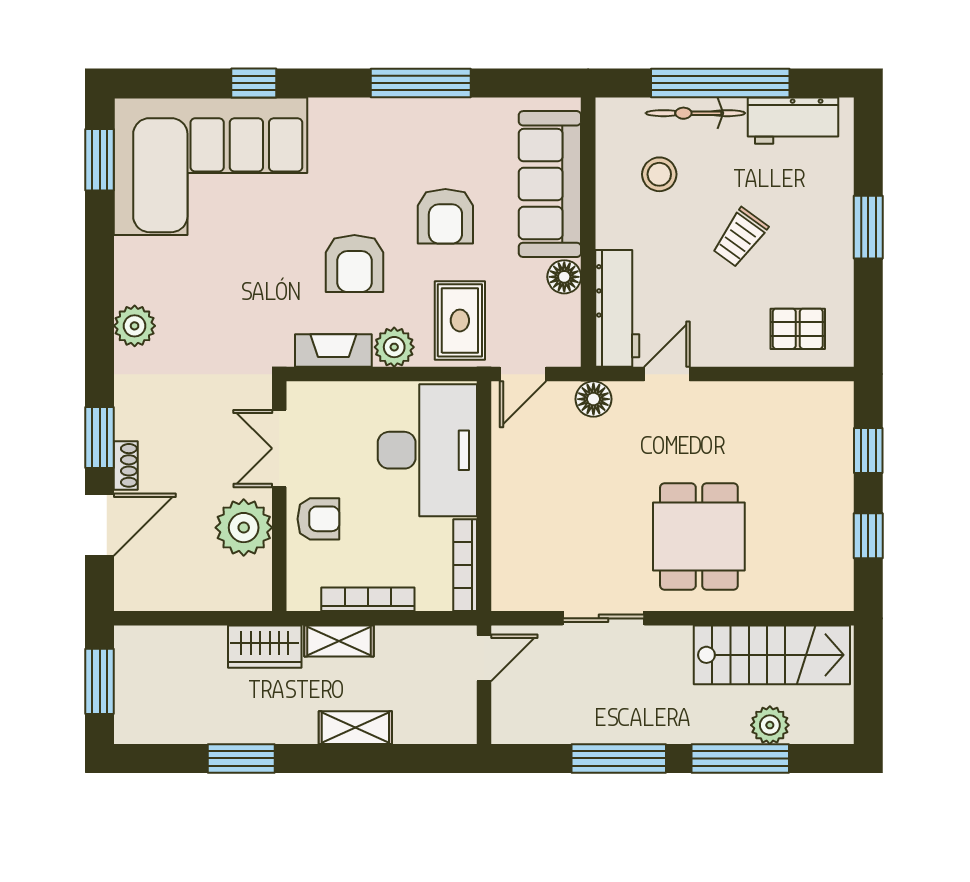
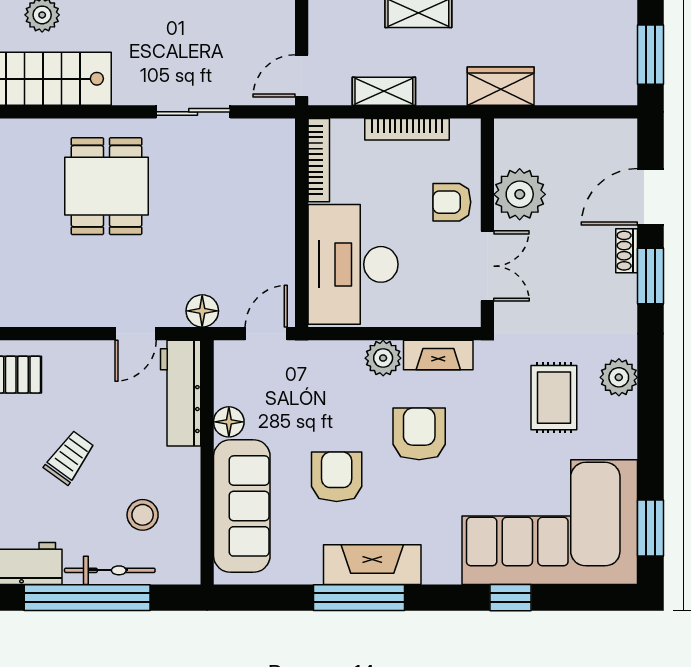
fireplace: (406, 119) -> (372, 565), added
rug: (460, 320) -> (554, 398), moved
shelving: (339, 641) -> (384, 91), moved

